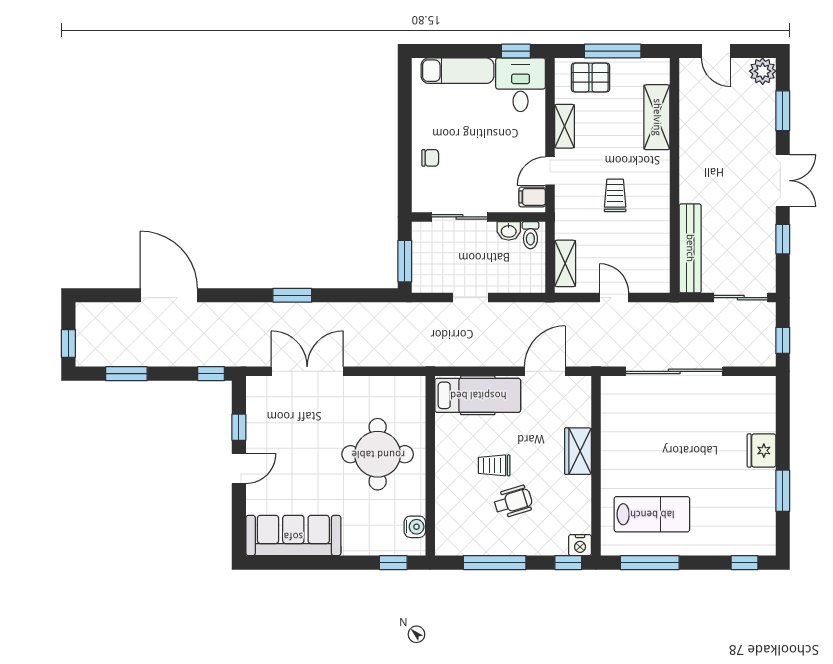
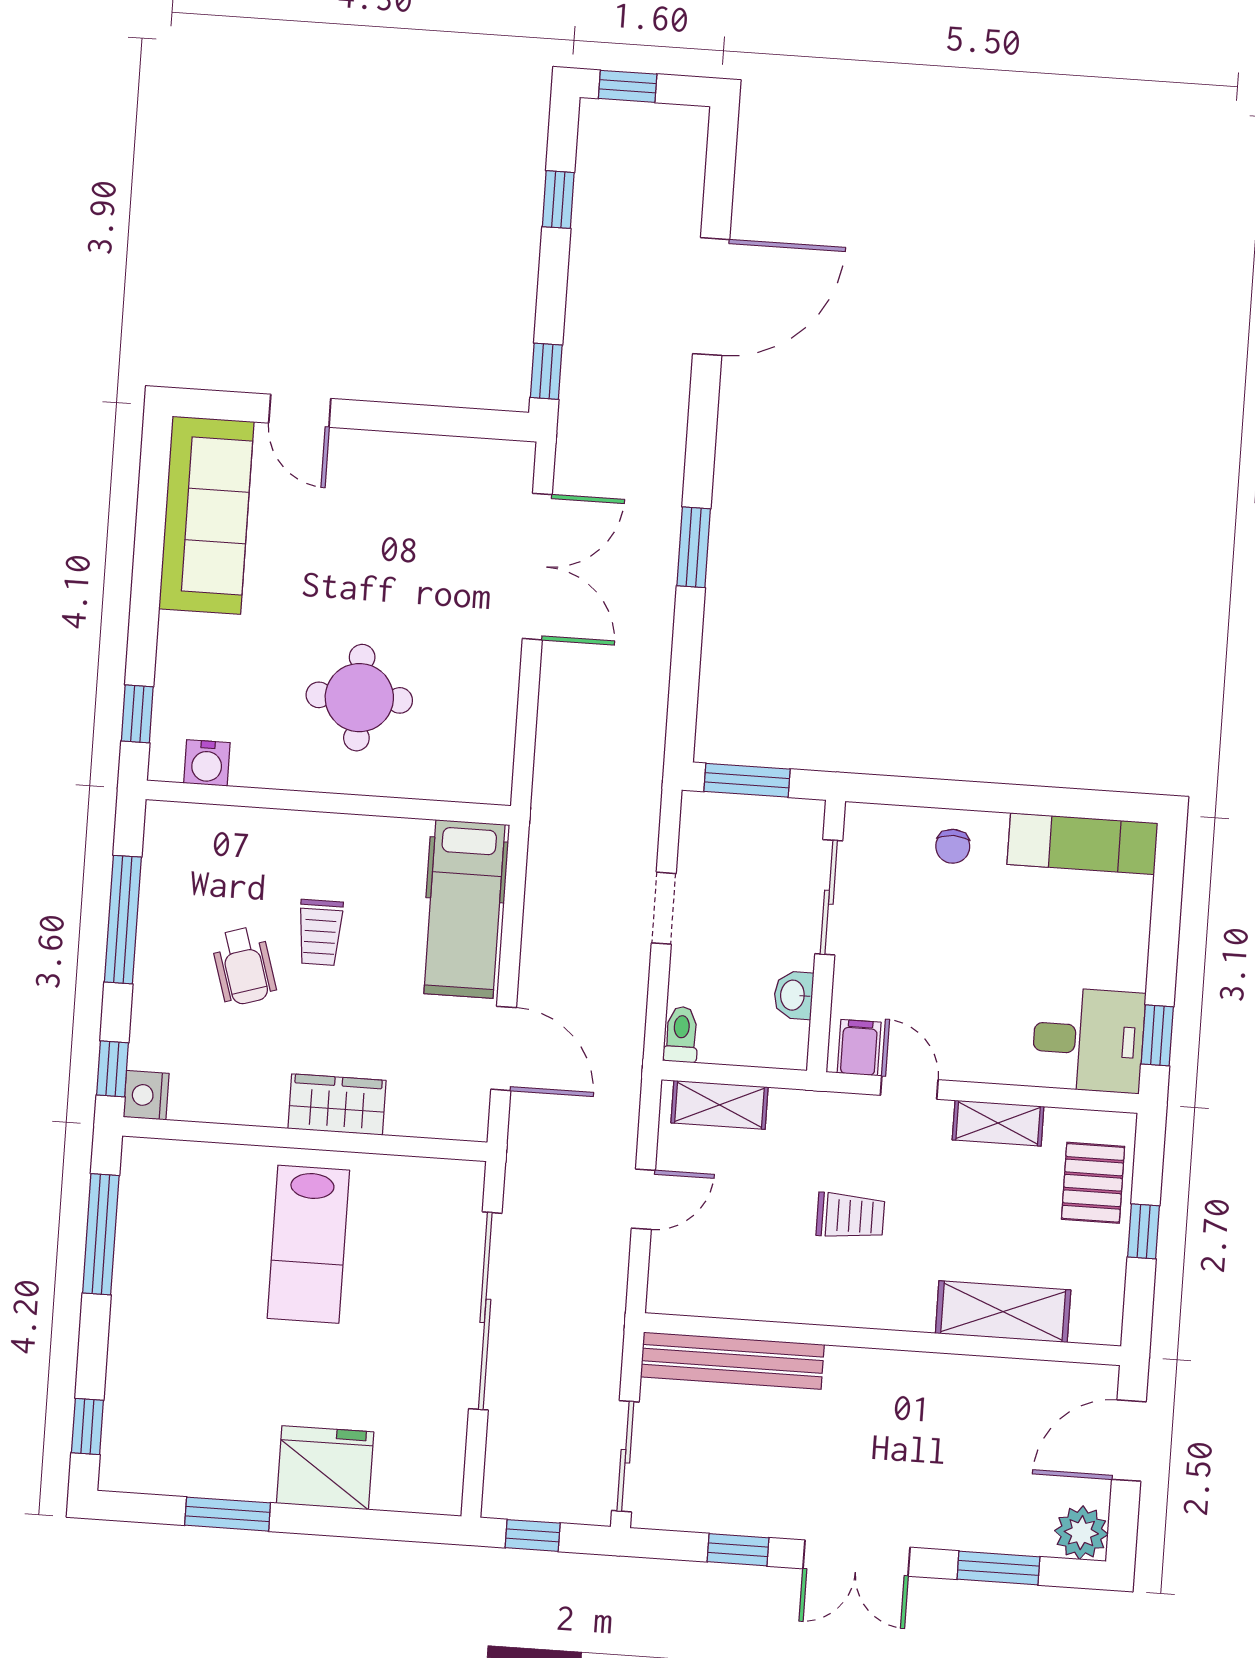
window: (613, 51) -> (1144, 1231), width x0.46
door: (716, 51) -> (1129, 1441), width x1.38
exam couch: (458, 71) -> (1083, 844), moved, turned -90
toilet: (530, 235) -> (681, 1034), moved, turned 90
window: (126, 374) -> (558, 200), width x0.67
window: (239, 427) -> (434, 420), removed
fridge: (762, 451) -> (325, 1468), width x1.36, depth x1.34
round table: (378, 454) -> (359, 698), width x0.73, depth x0.73
trolley: (494, 465) -> (320, 932), turned 180
door: (239, 469) -> (300, 411), moved
lab bench: (652, 514) -> (308, 1244), moved

